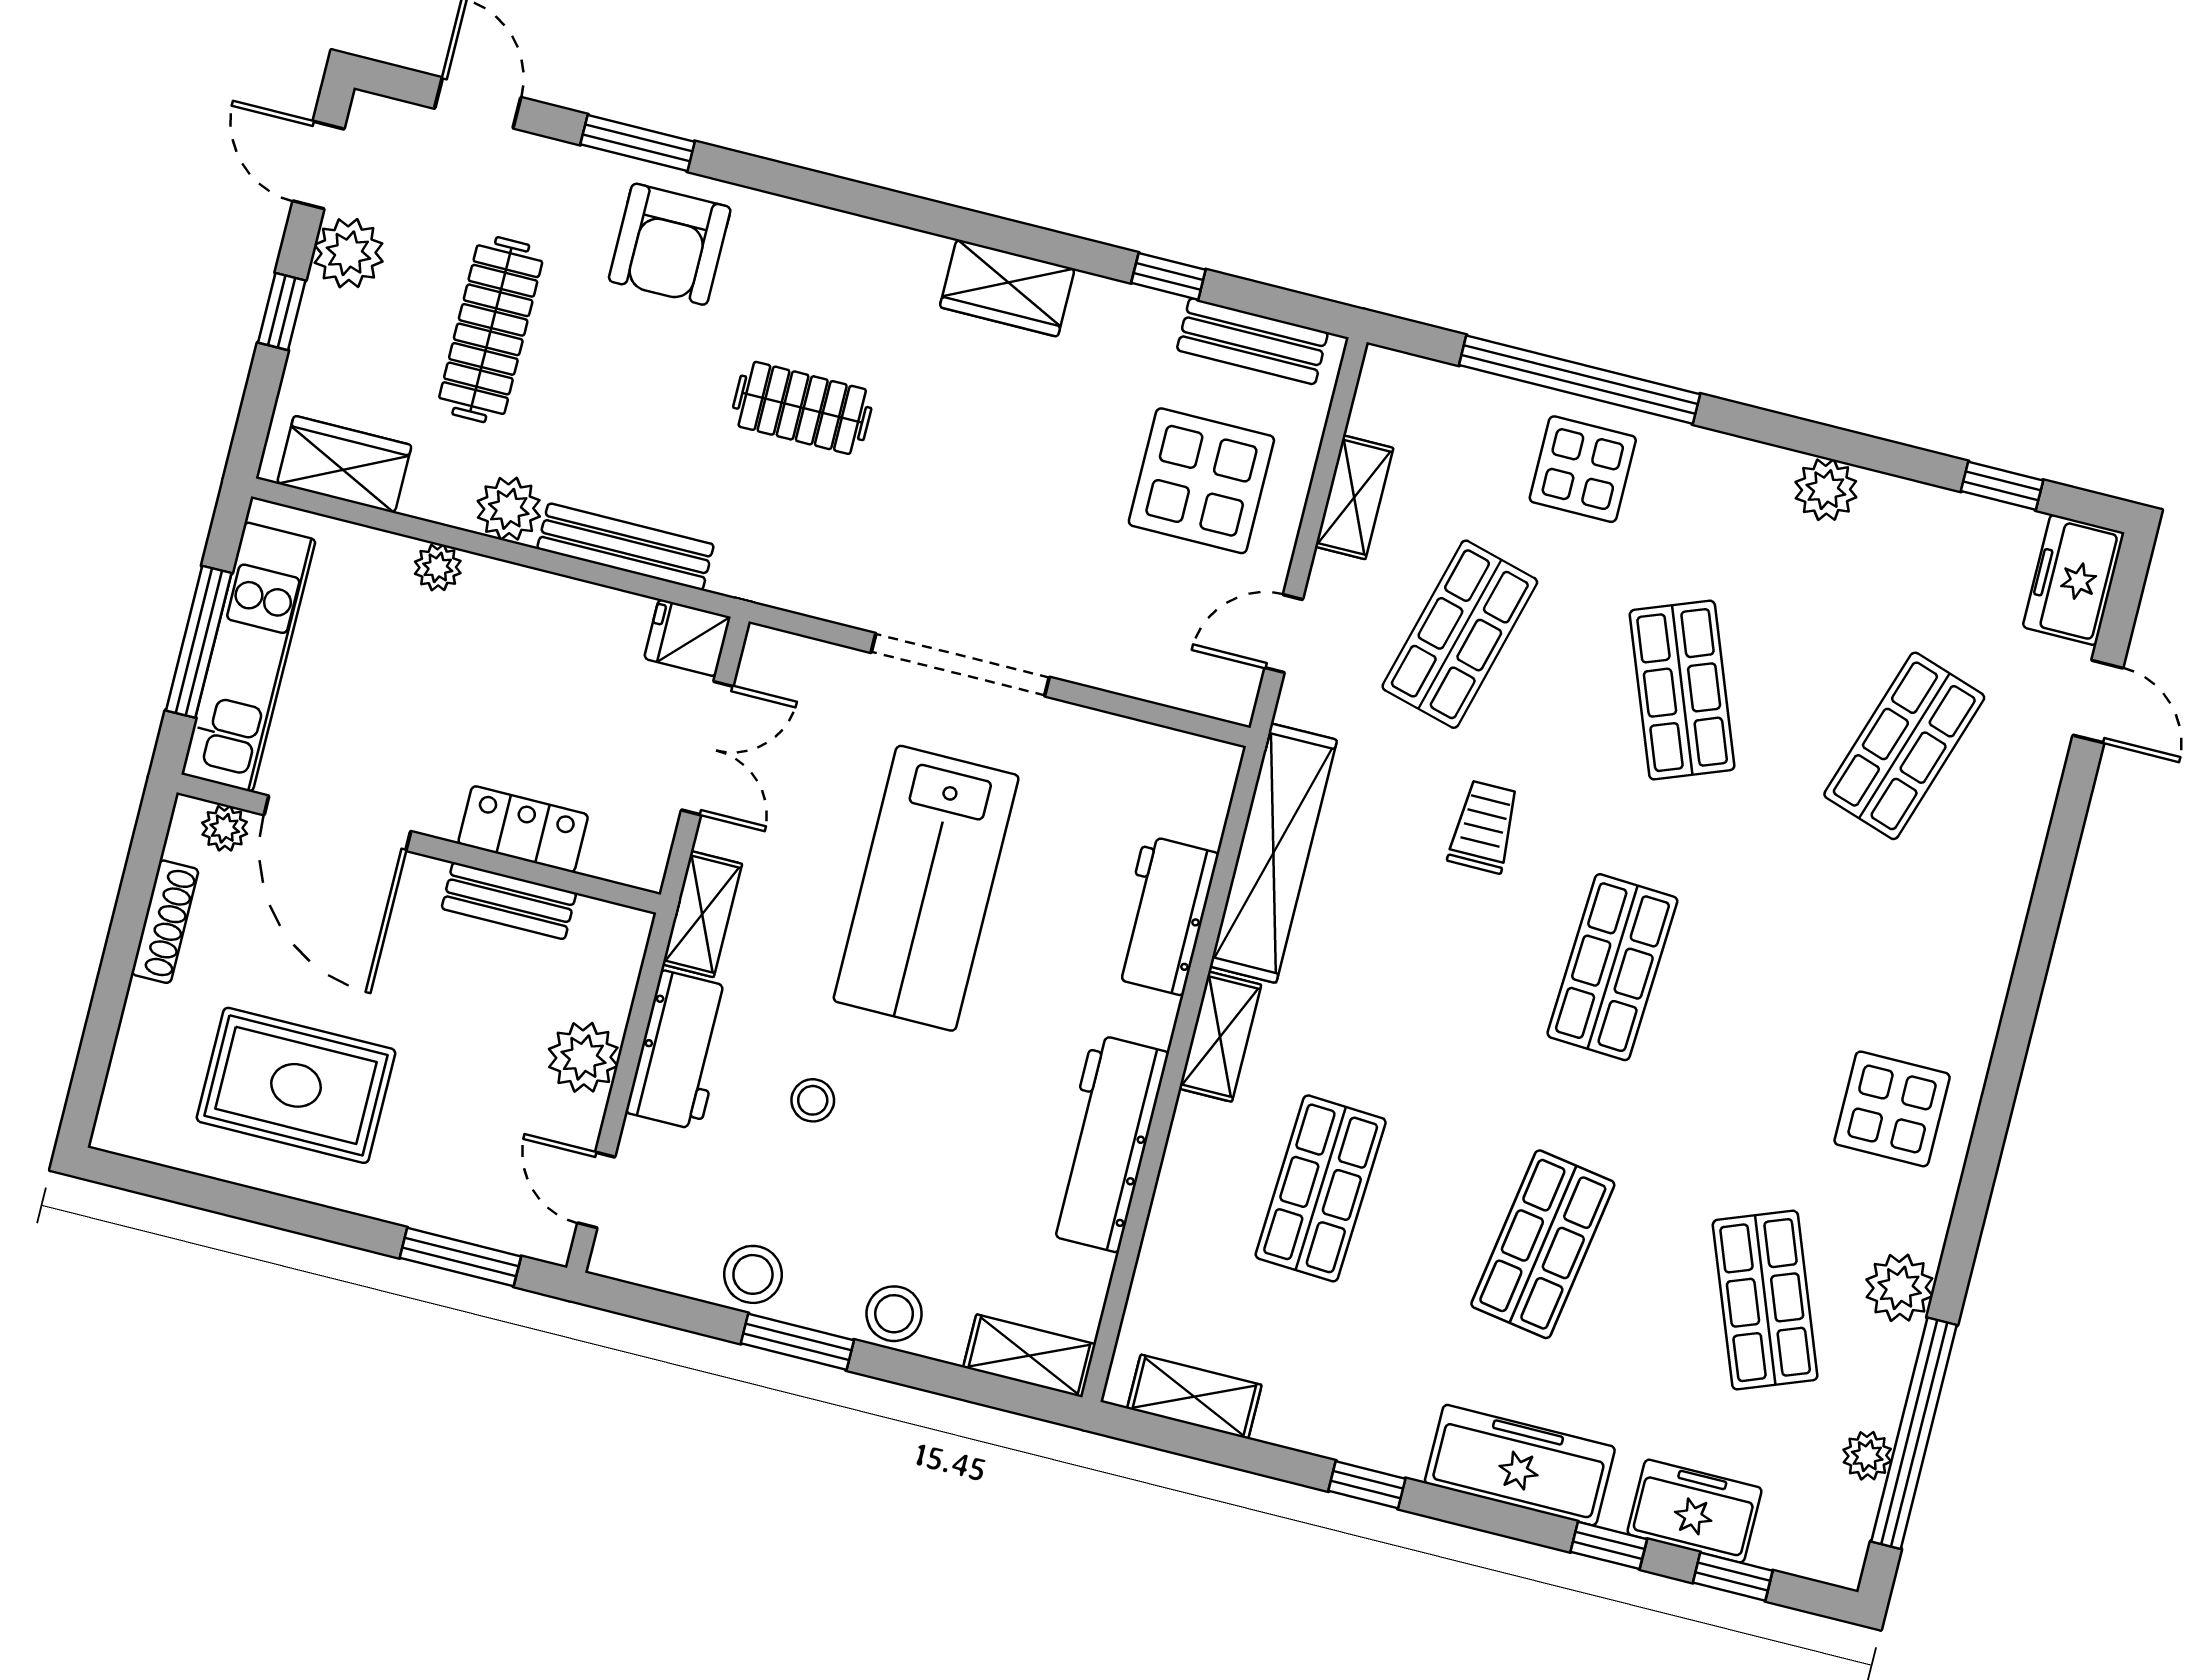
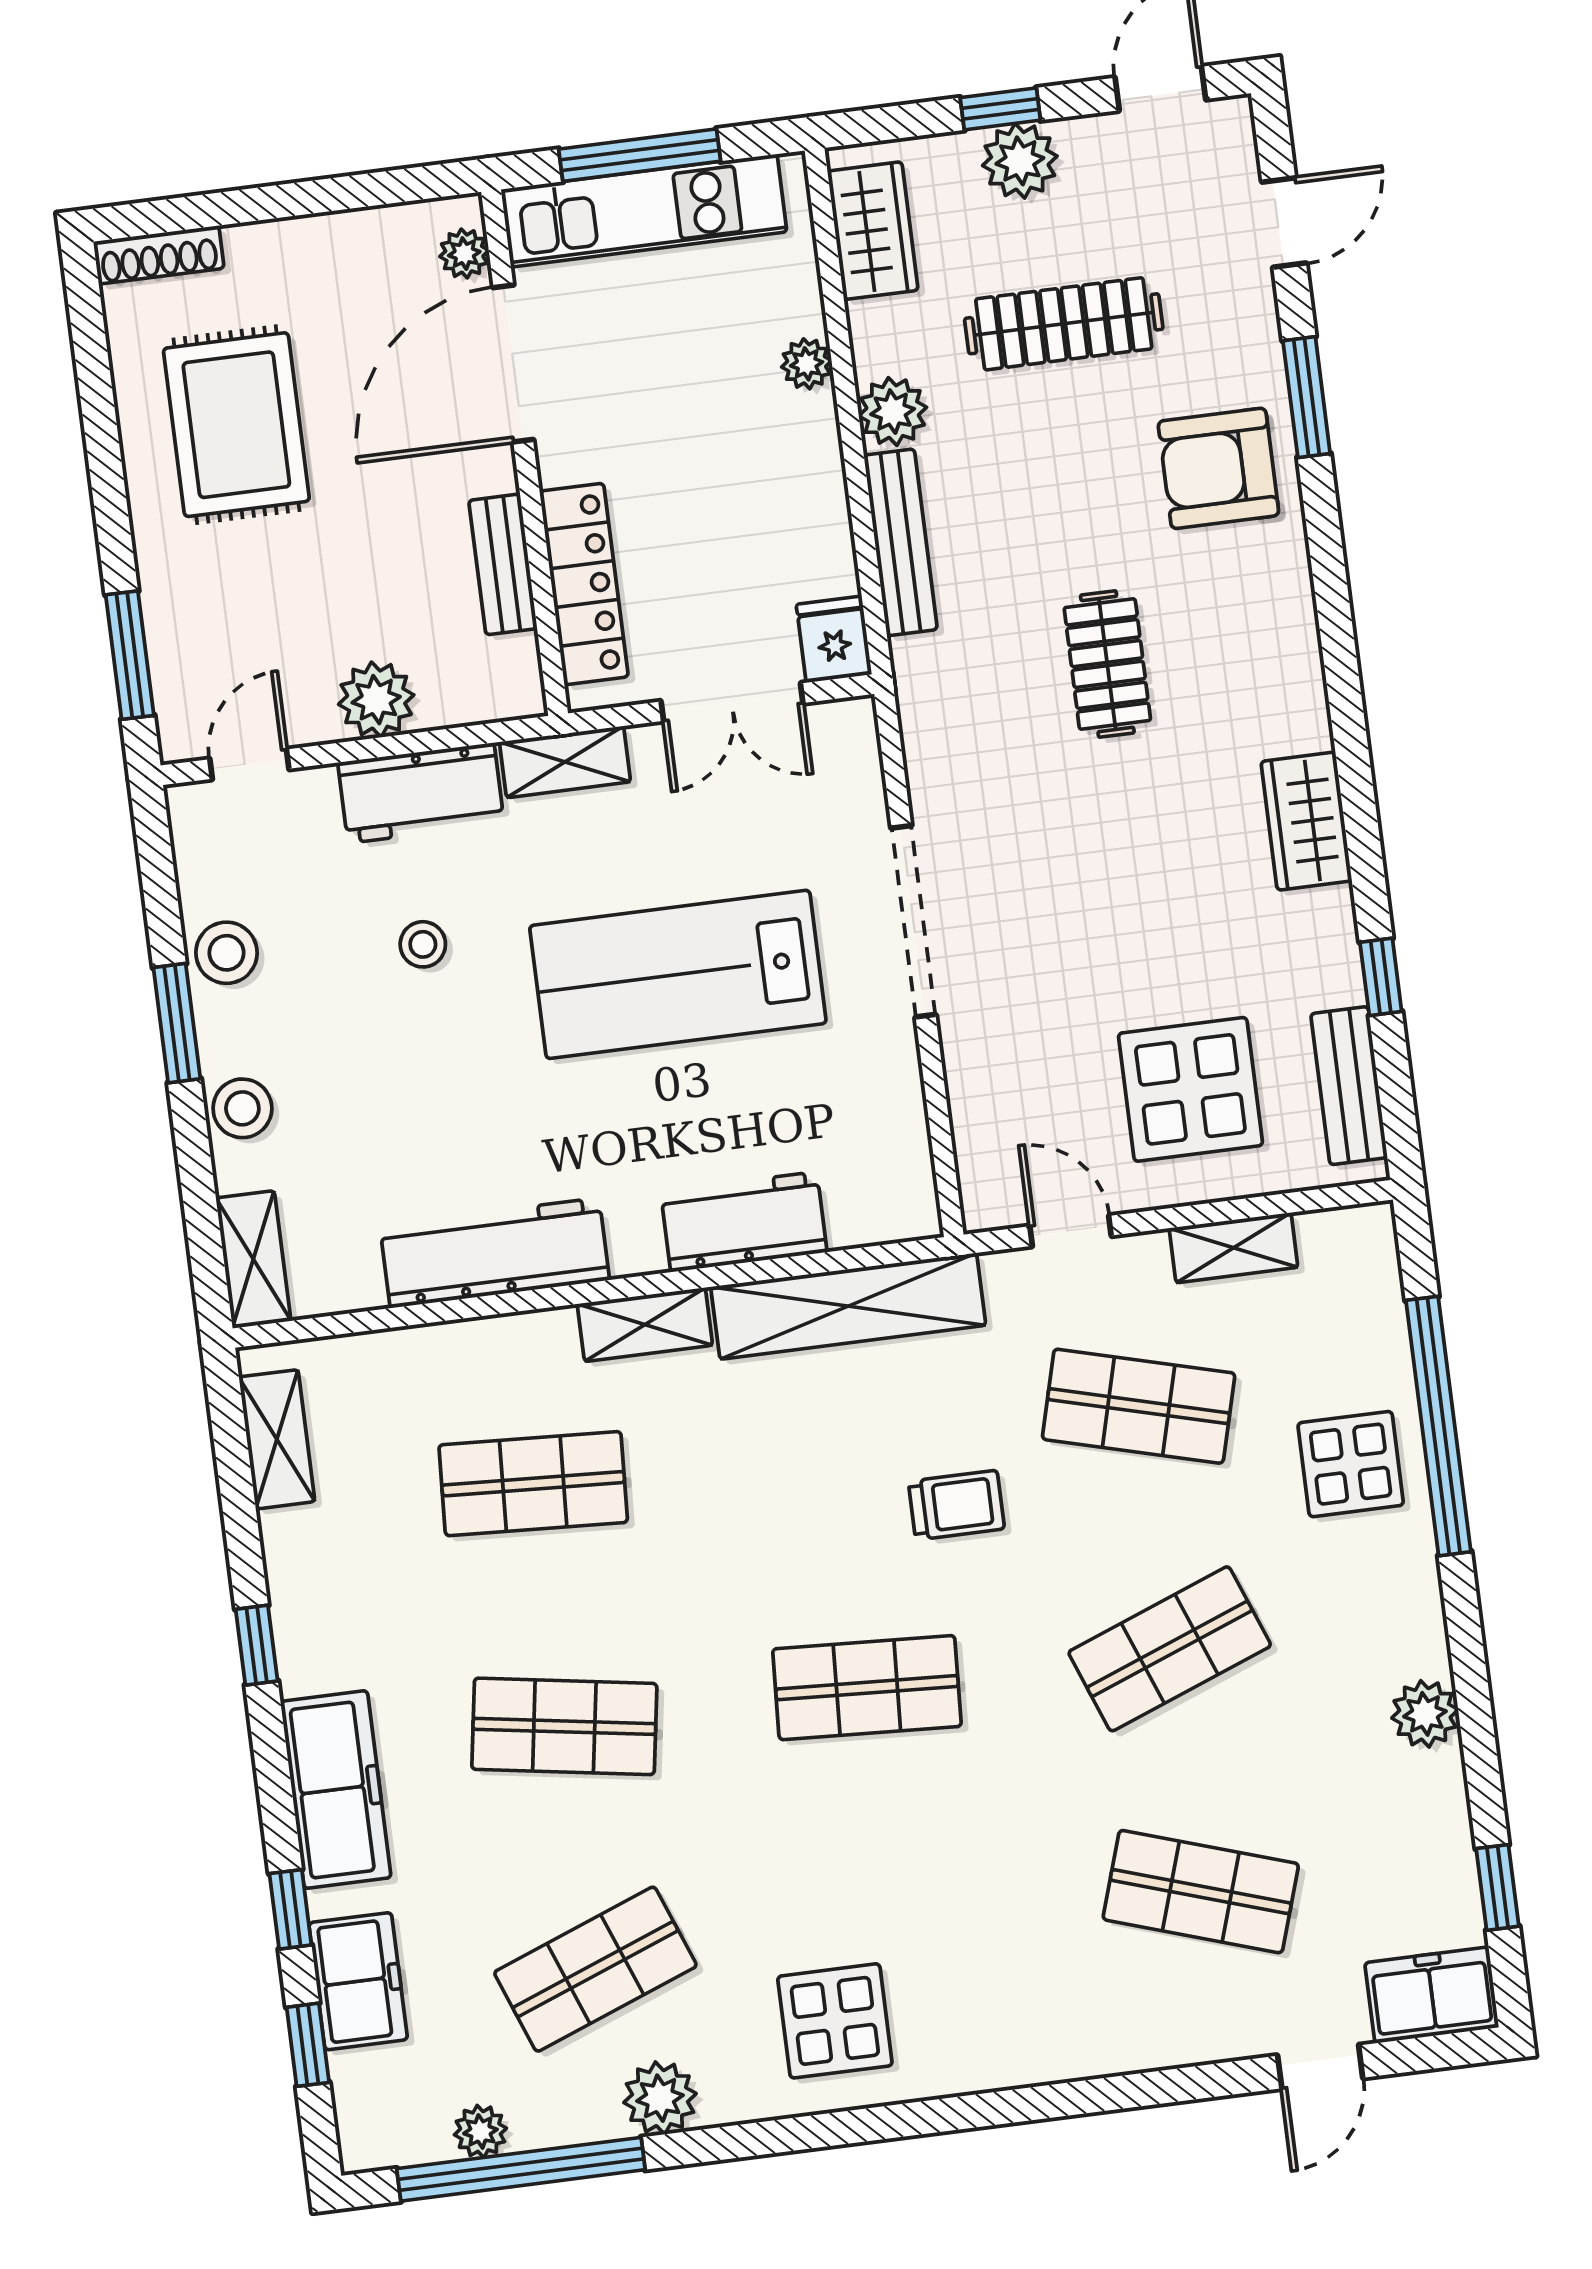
plant: (348, 253) -> (1020, 161), moved
locker: (523, 829) -> (584, 584), width x1.53
shoe rack: (165, 922) -> (159, 255), moved

